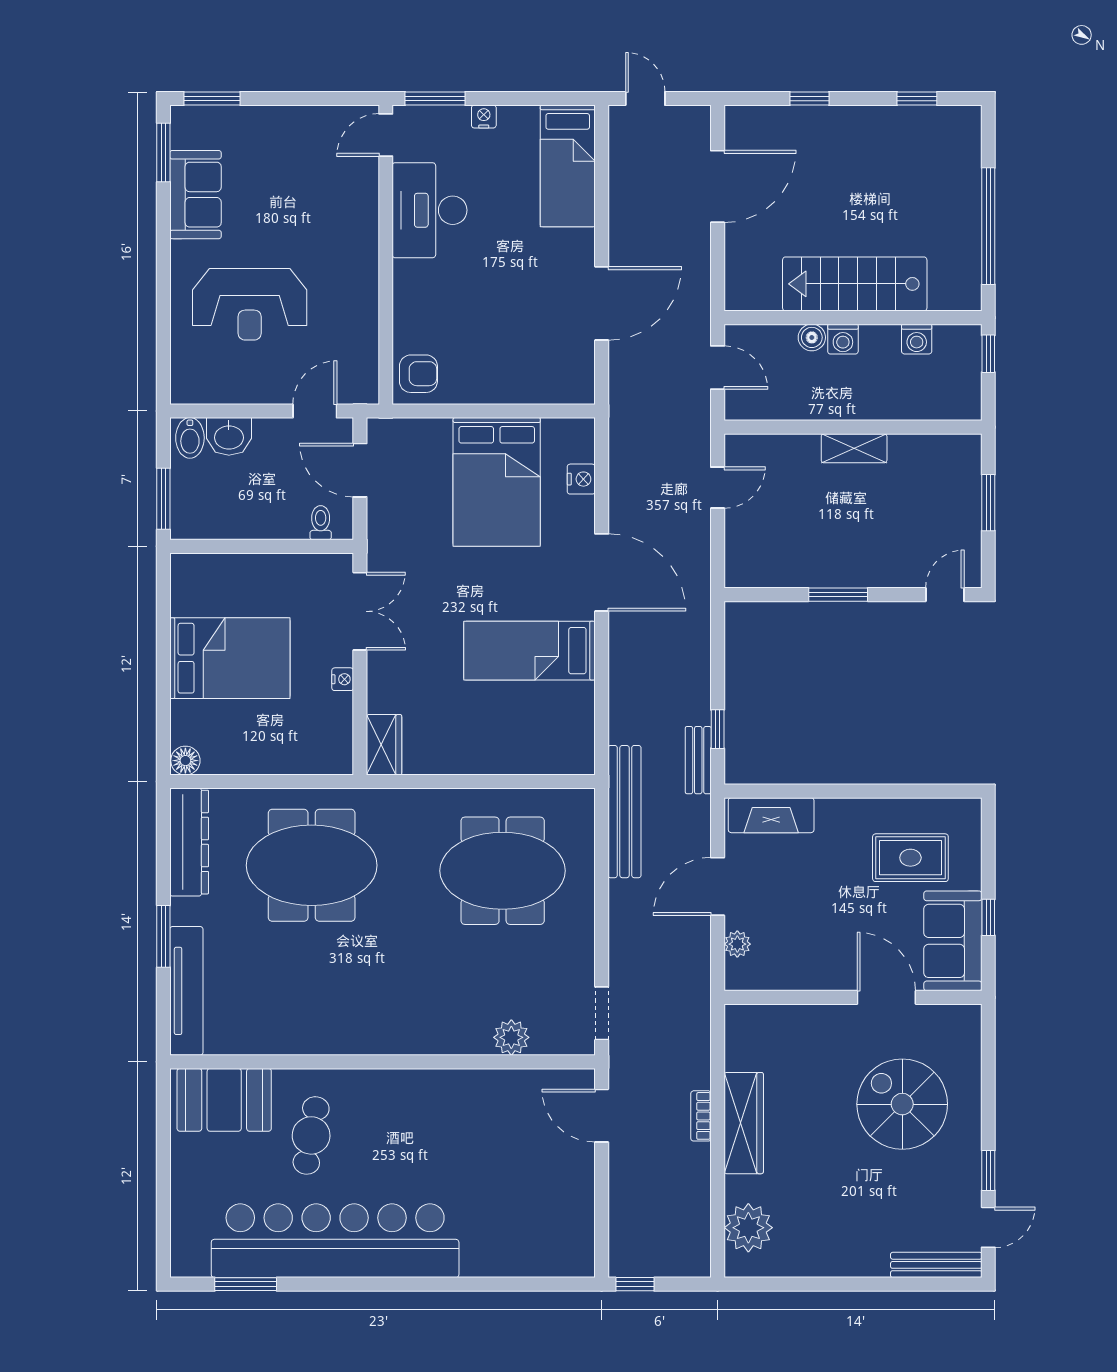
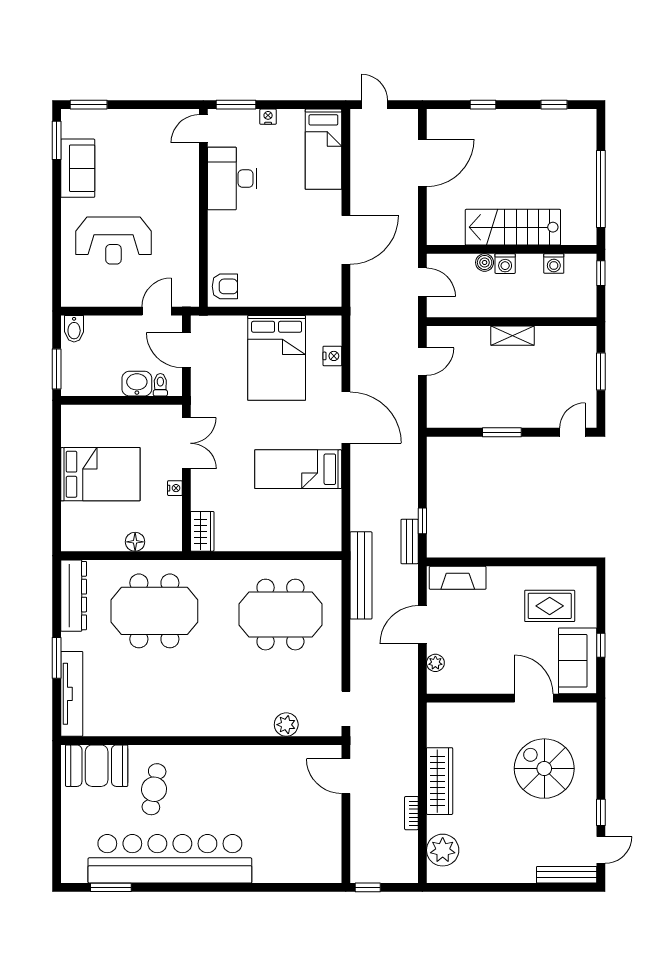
washbasin: (229, 436) -> (137, 384), moved, turned 180
floor lamp: (185, 761) -> (135, 542), moved
bookcase: (701, 1116) -> (411, 813), moved

